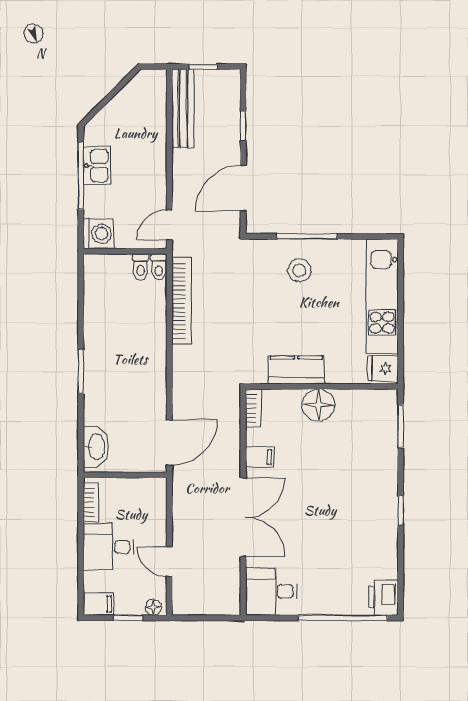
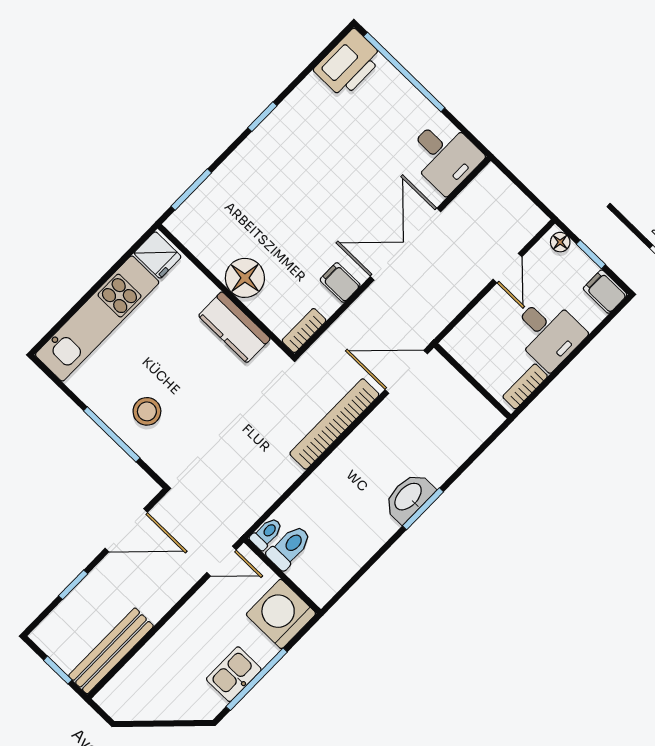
washing machine: (98, 234) -> (281, 614), width x1.37, depth x1.37
toilet: (140, 267) -> (289, 547), width x1.37, depth x1.39
bookcase: (182, 301) -> (334, 424), moved
washbasin: (96, 447) -> (409, 497), moved
printer: (383, 597) -> (348, 64), width x1.37, depth x1.19

